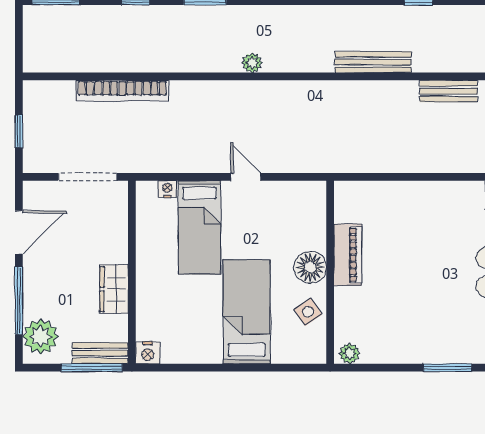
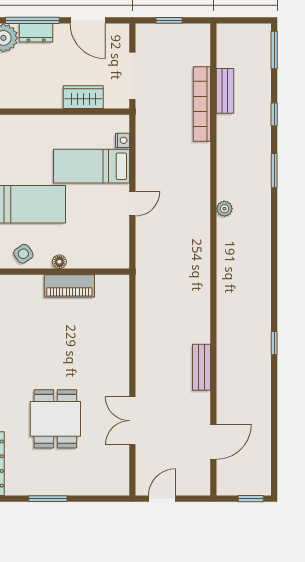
bench: (373, 62) -> (225, 91), moved, width x0.73
floor lamp: (310, 267) -> (59, 262), width x0.53, depth x0.53
wardrobe: (114, 289) -> (83, 97), moved
dresser: (34, 296) -> (36, 33), added

